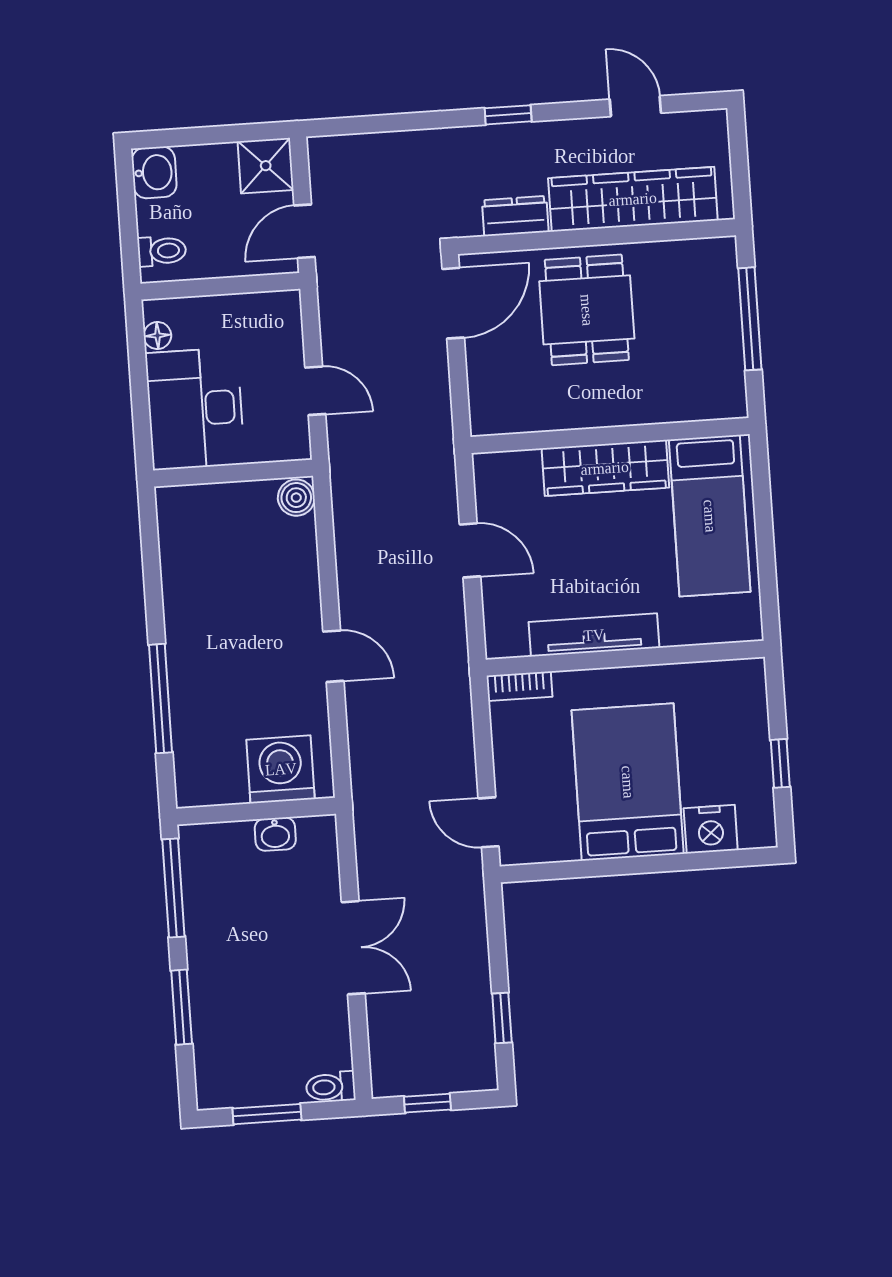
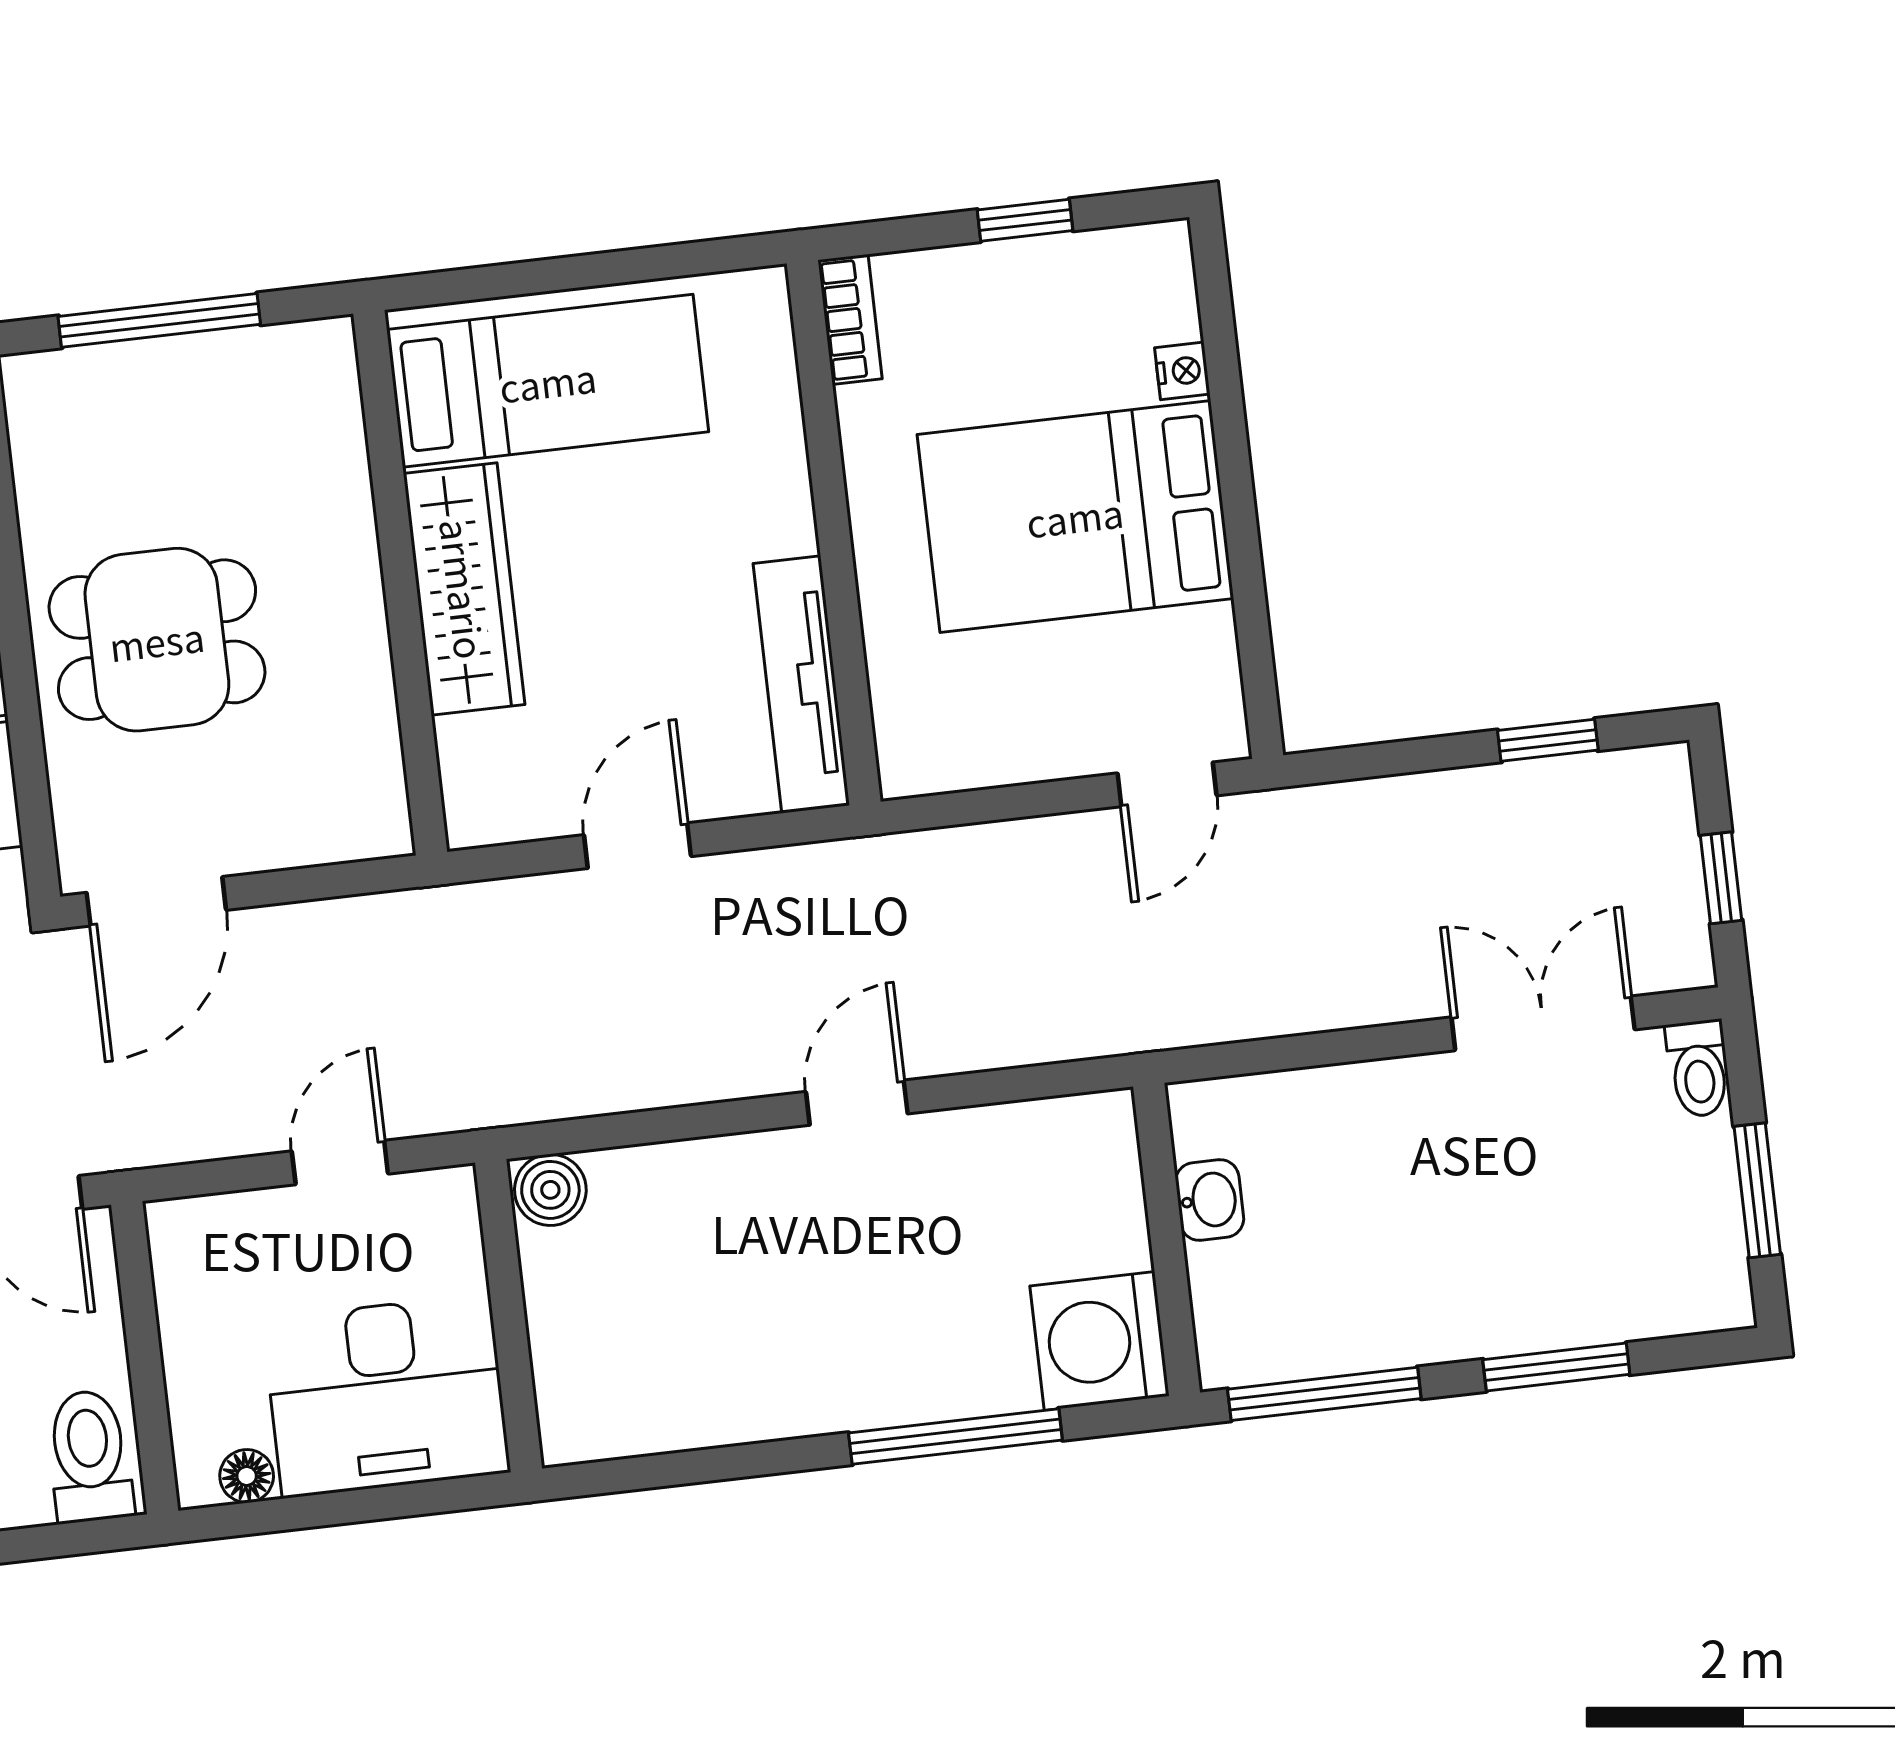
toilet: (162, 251) -> (90, 1456), width x1.37, depth x1.39
door: (453, 303) -> (156, 901), swing flipped
tv unit: (594, 635) -> (801, 684), moved
bookcase: (519, 686) -> (850, 319), moved
washing machine: (281, 769) -> (1100, 1341), moved
nightstand: (711, 829) -> (1182, 371), width x0.53, depth x0.56
double door: (353, 948) -> (1543, 1023), moved

